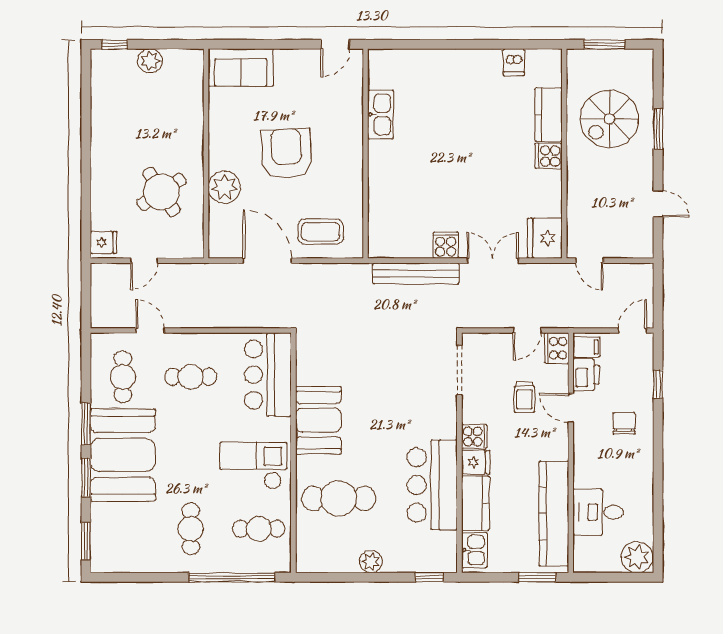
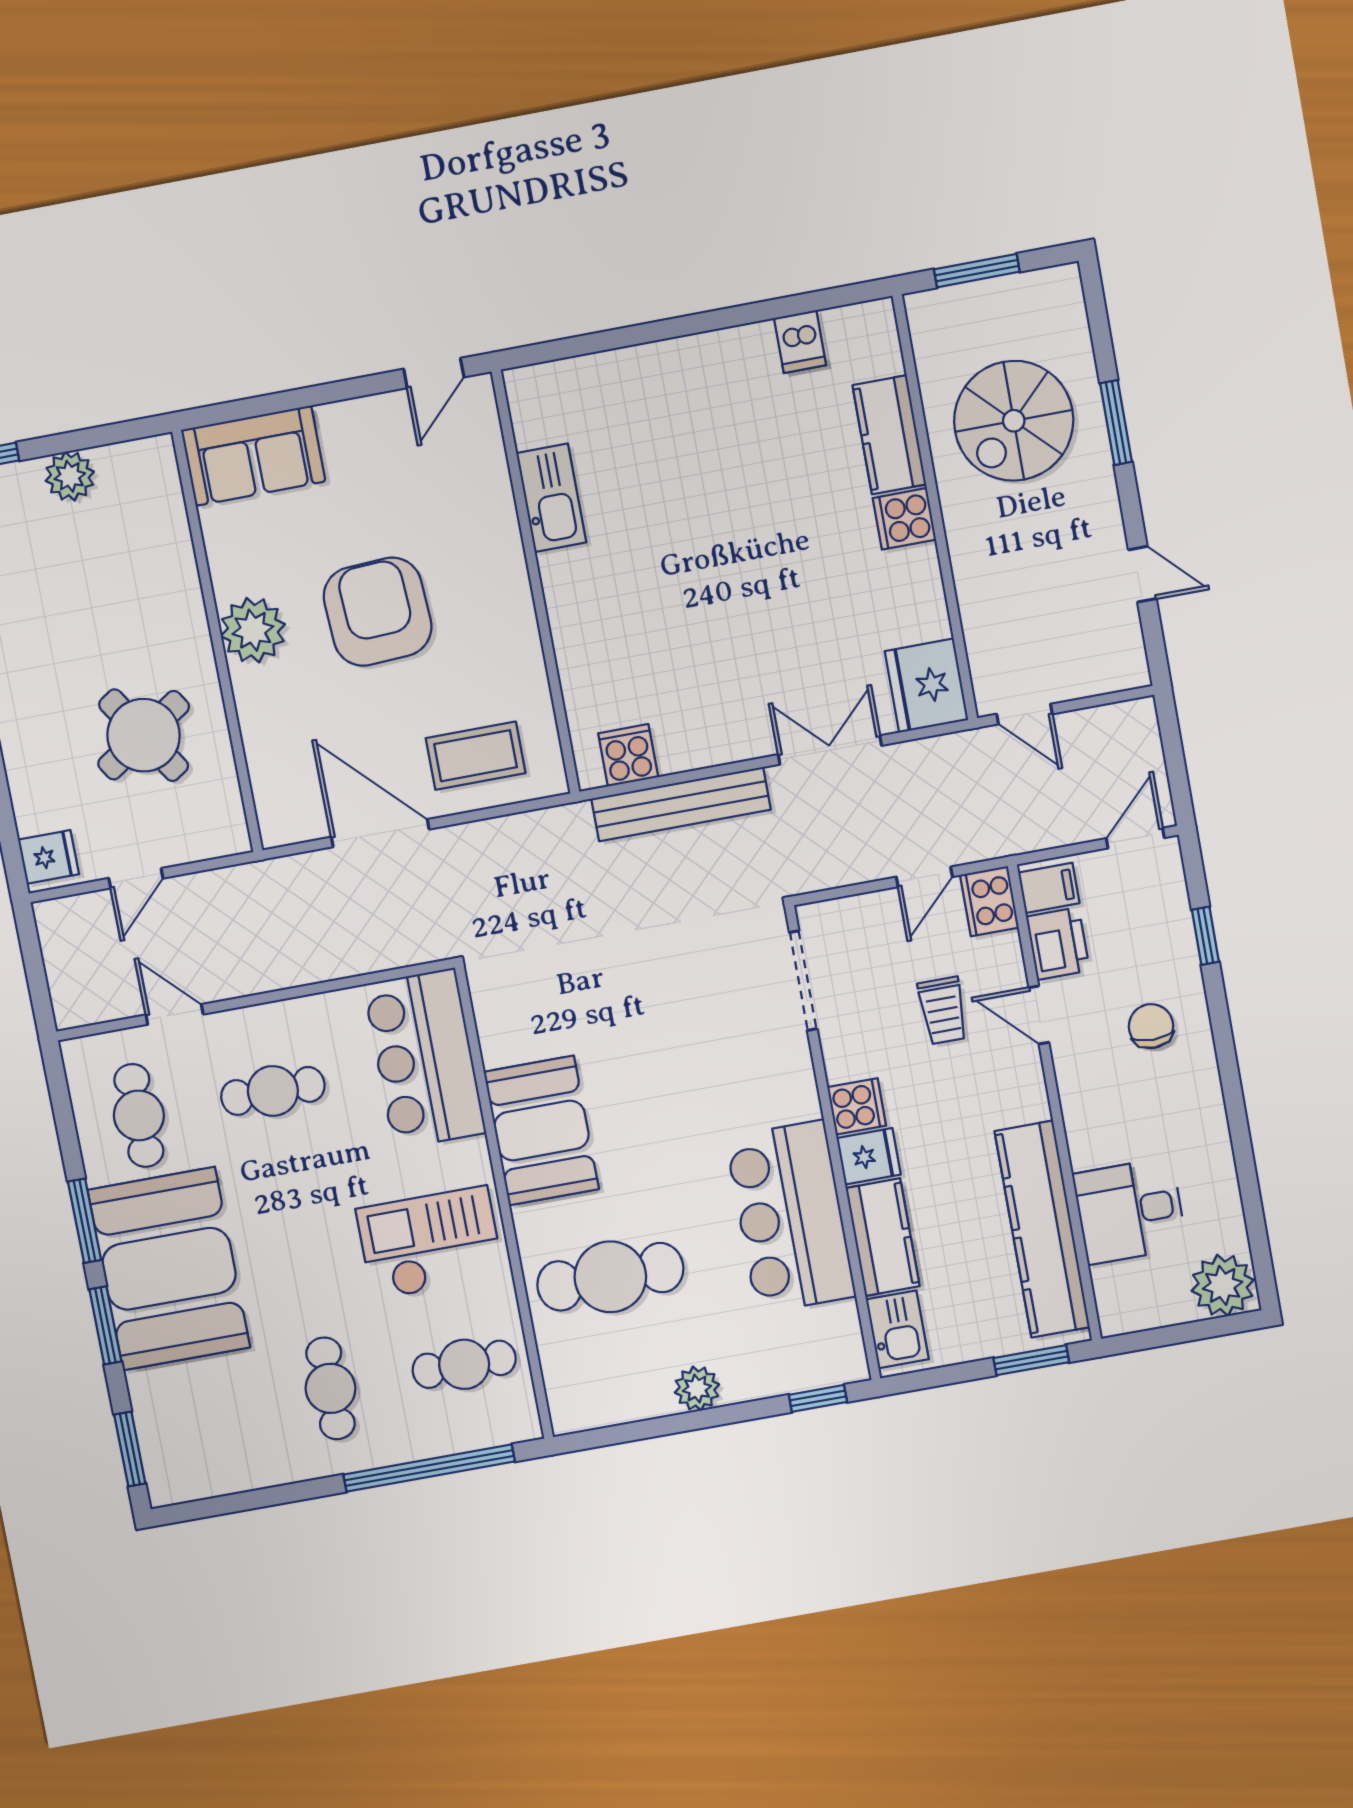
plant: (224, 187) -> (253, 630), moved
cooker: (446, 245) -> (628, 755), moved

